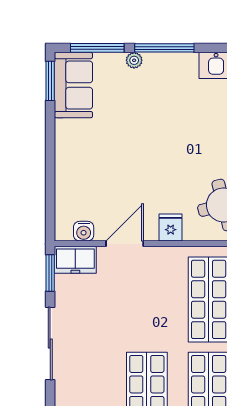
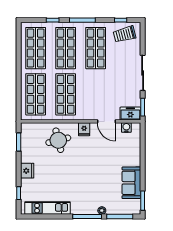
sofa: (73, 85) -> (131, 183), moved
door: (125, 244) -> (106, 121), hinge flipped

